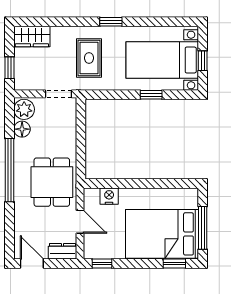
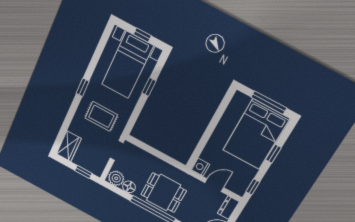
dining table: (52, 182) -> (163, 193), moved
nightstand: (109, 196) -> (201, 167), moved
window: (174, 264) -> (273, 154), moved

